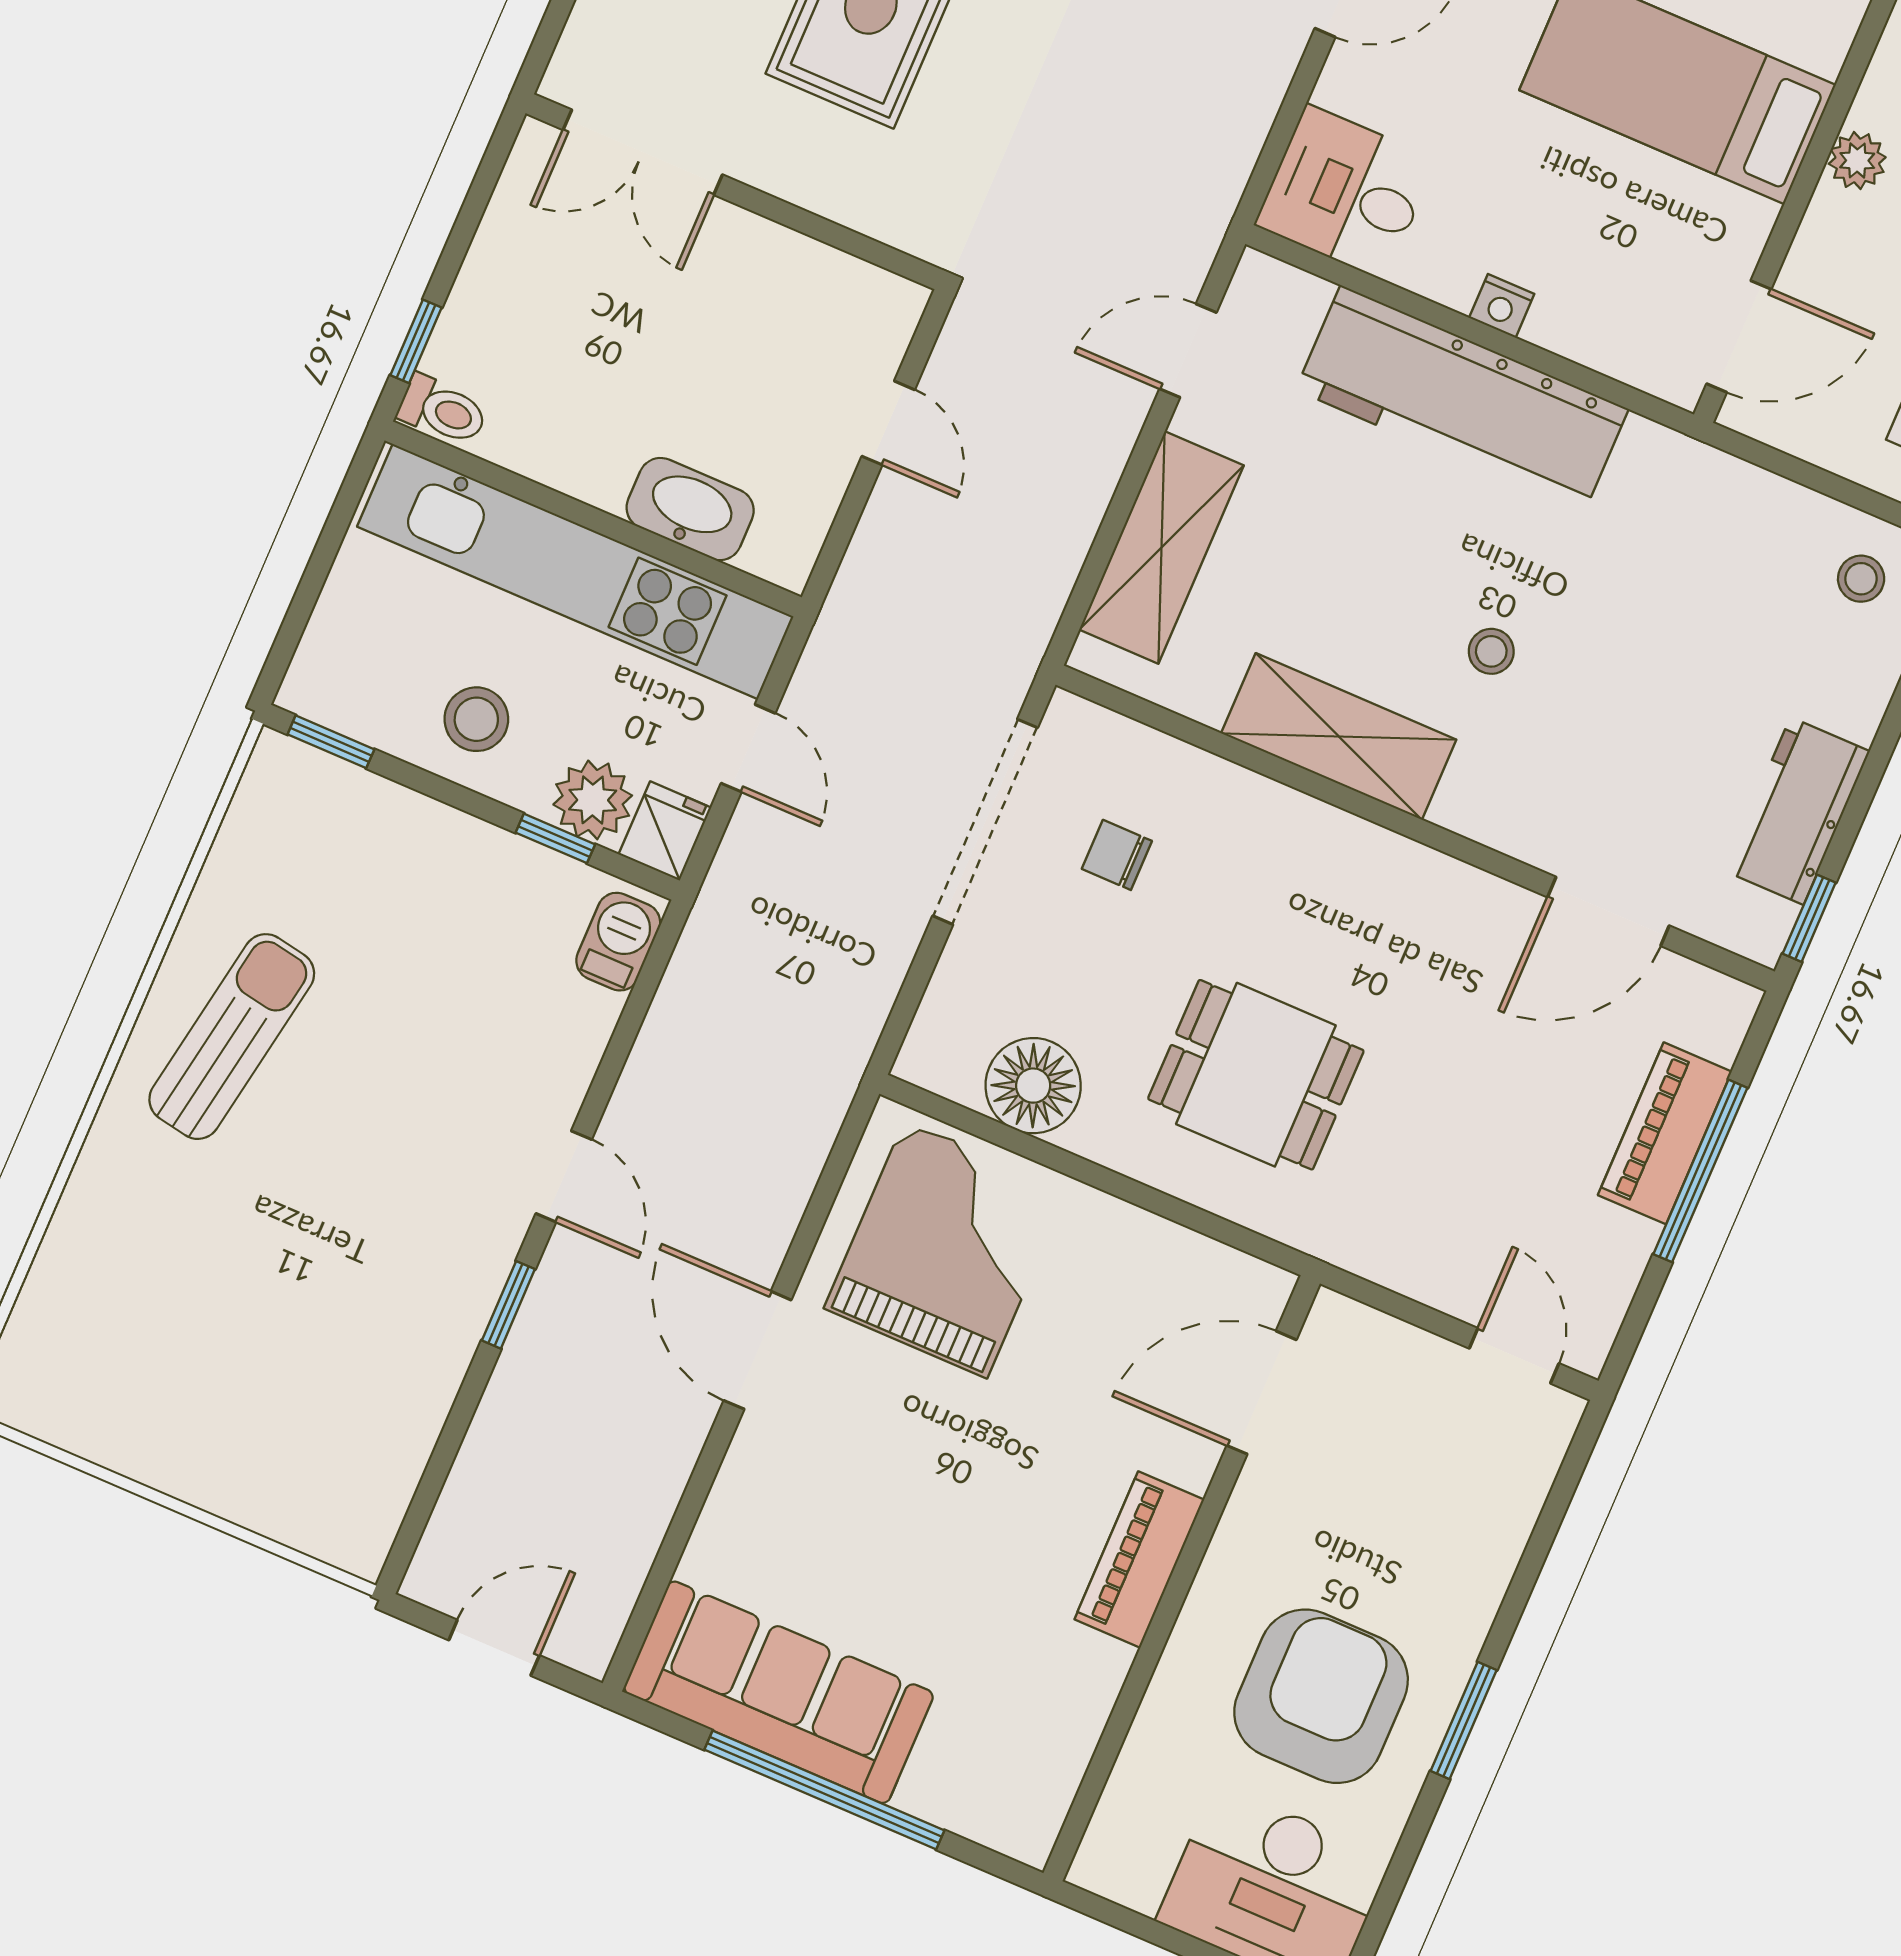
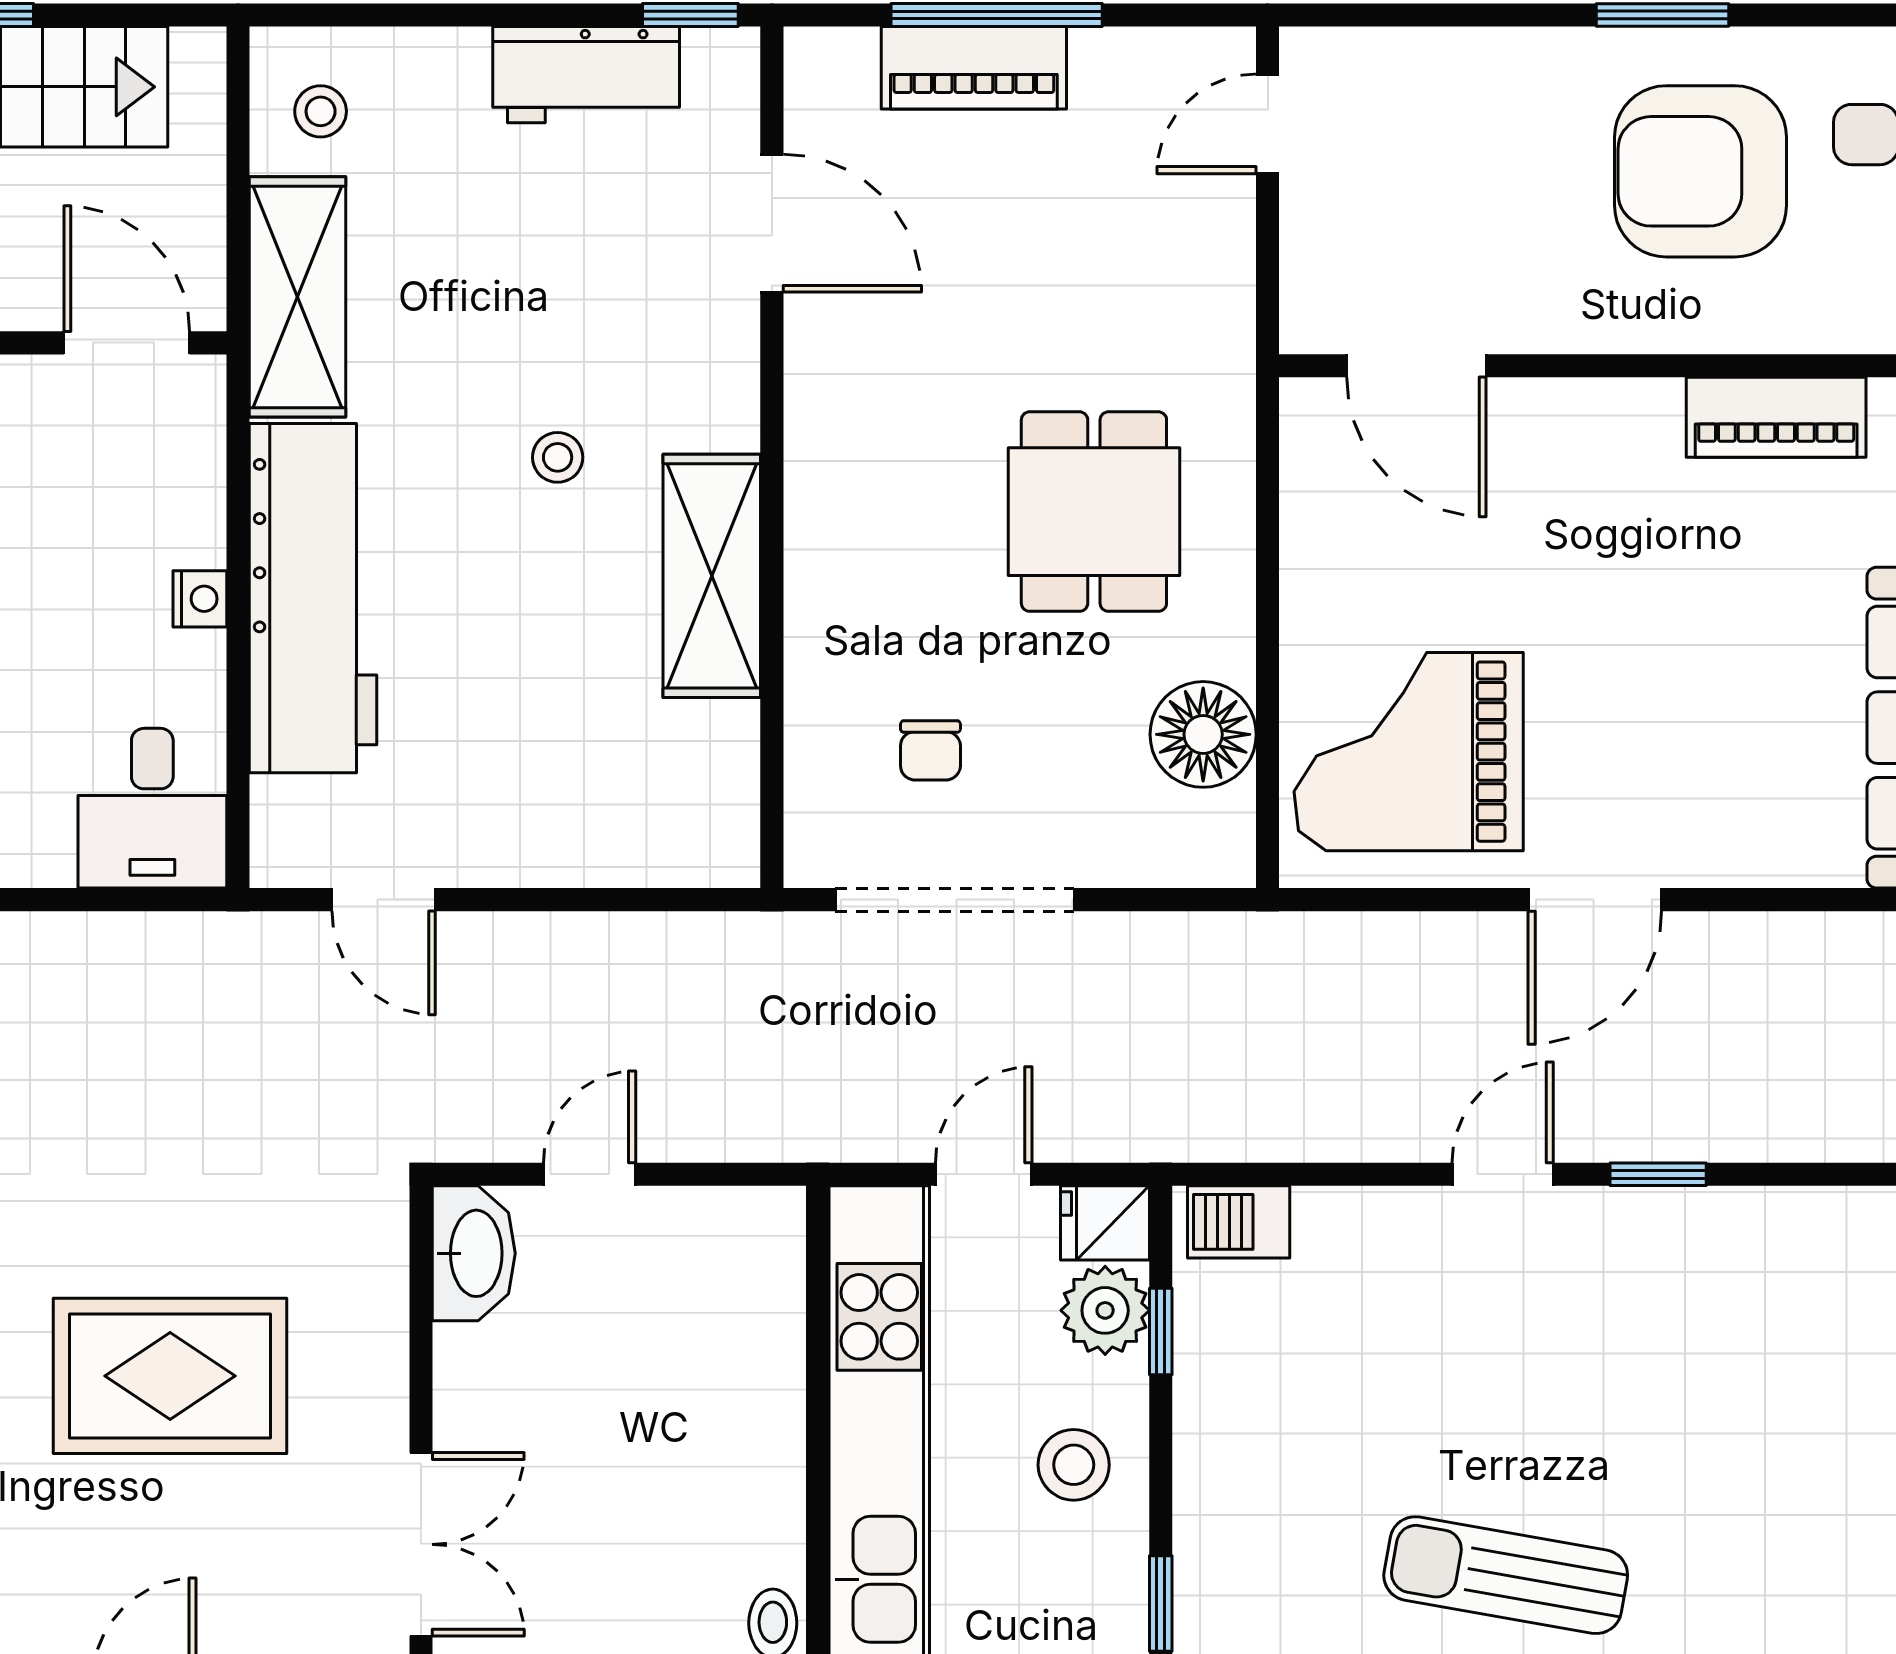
washbasin: (690, 509) -> (474, 1253), moved, turned 180
shelving: (1161, 548) -> (298, 297), moved, turned 90
piano: (1139, 1559) -> (1776, 417), moved

